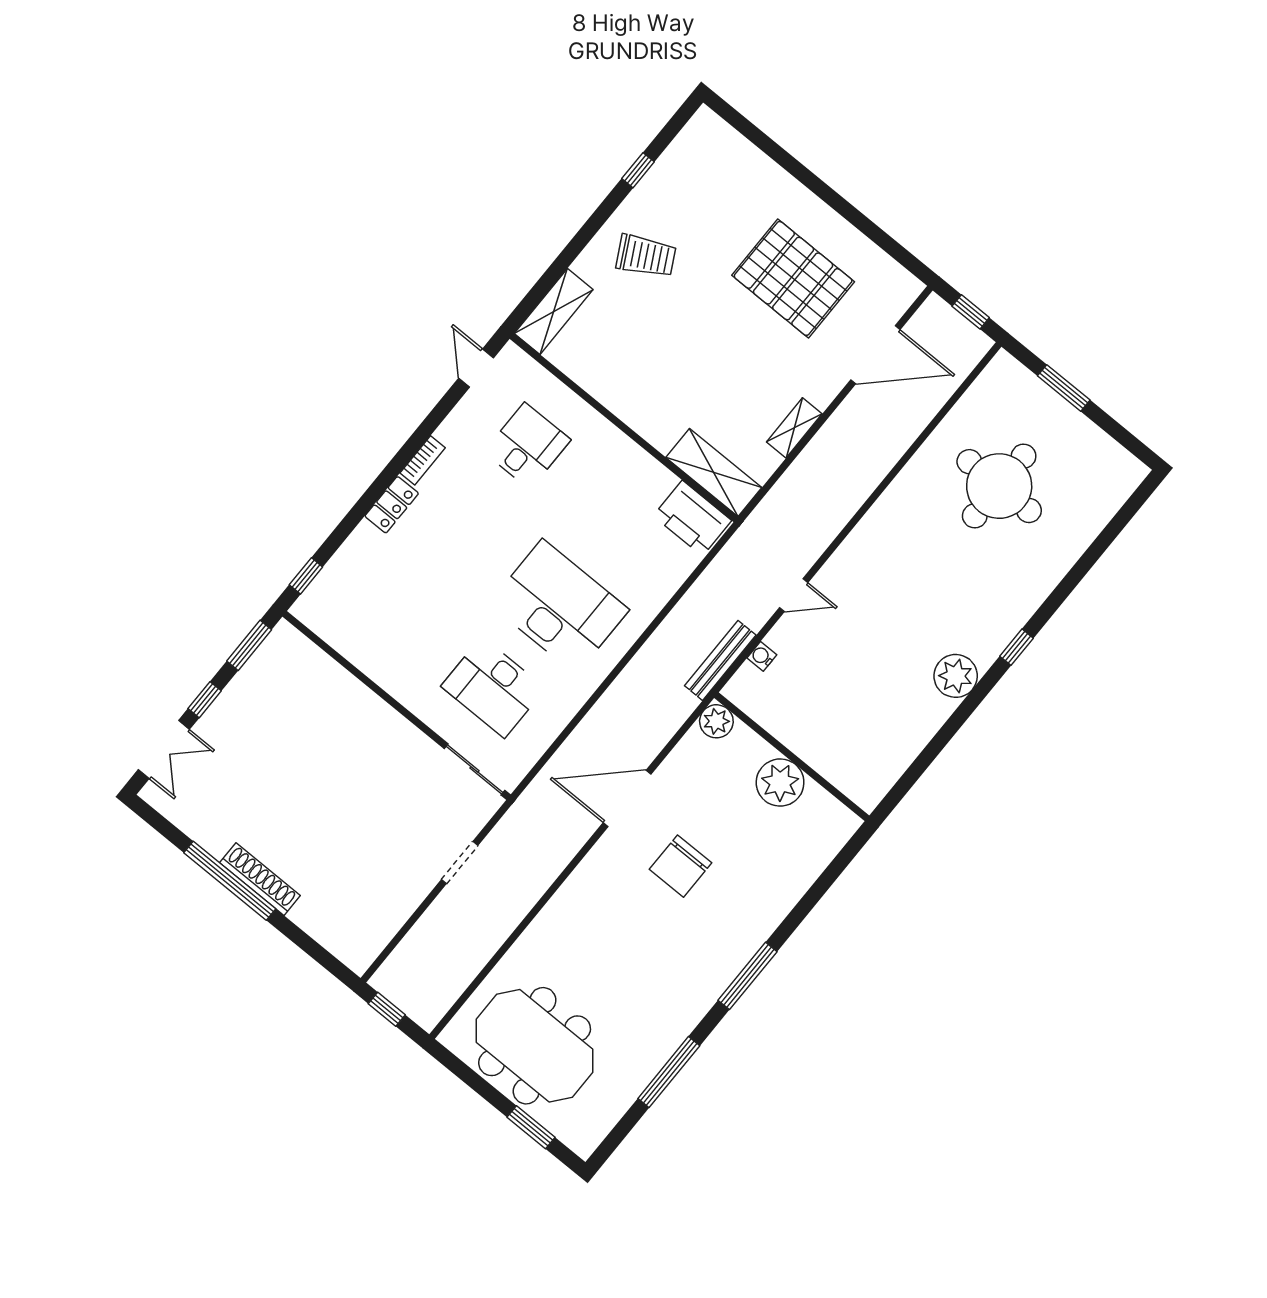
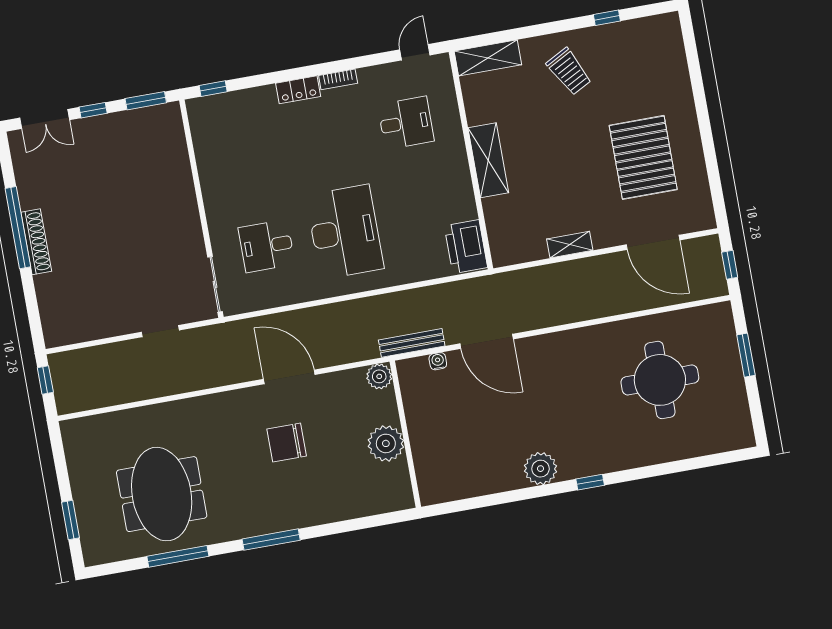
shelving: (714, 473) -> (488, 160), moved
door: (794, 595) -> (487, 341), width x1.88
desk: (493, 687) -> (267, 246), width x0.73
meeting table: (535, 1046) -> (162, 494), moved

